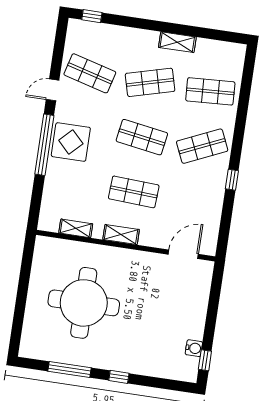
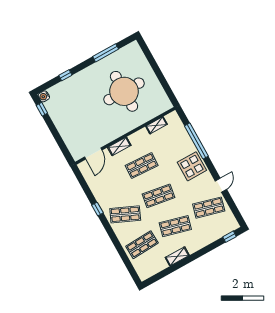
shop shelf: (150, 82) -> (175, 226), turned 30
window: (44, 145) -> (196, 141), moved
shop shelf: (202, 146) -> (125, 214), turned 48
shelving: (121, 235) -> (119, 146), moved
water cooler: (194, 348) -> (44, 96), moved
window: (119, 377) -> (65, 75), moved

